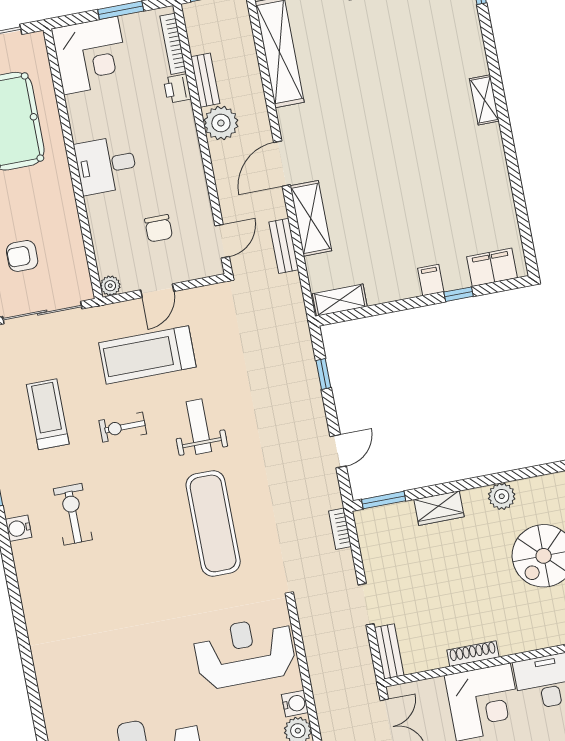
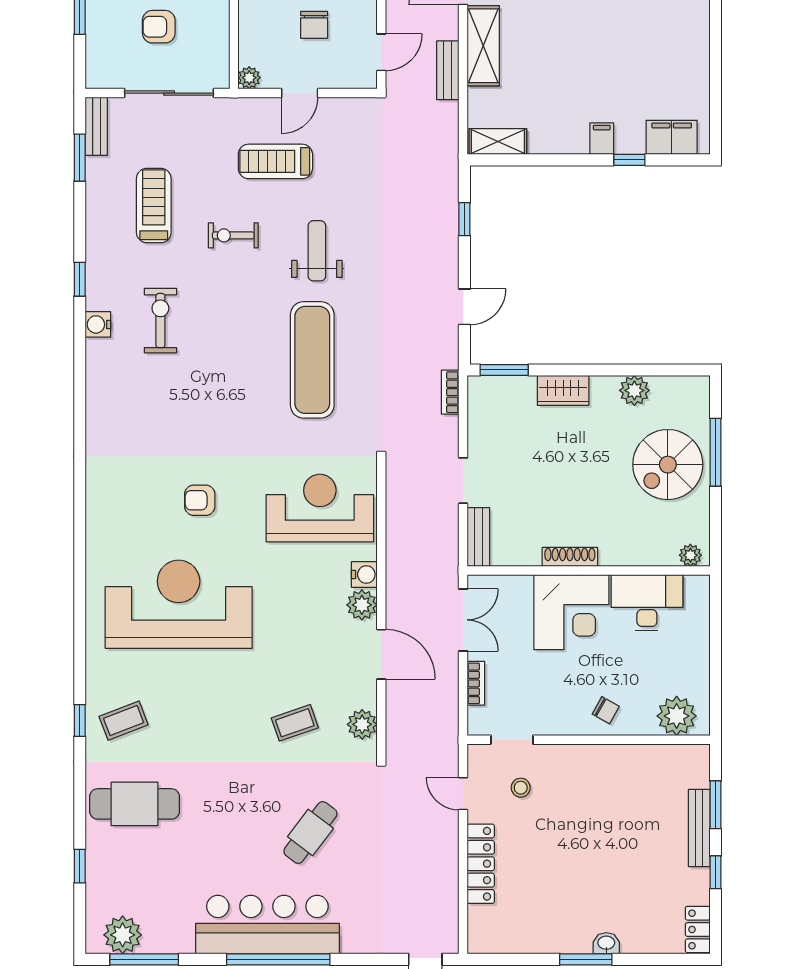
treadmill: (147, 355) -> (275, 161), width x0.73, depth x0.73
armchair: (138, 666) -> (200, 500), added

